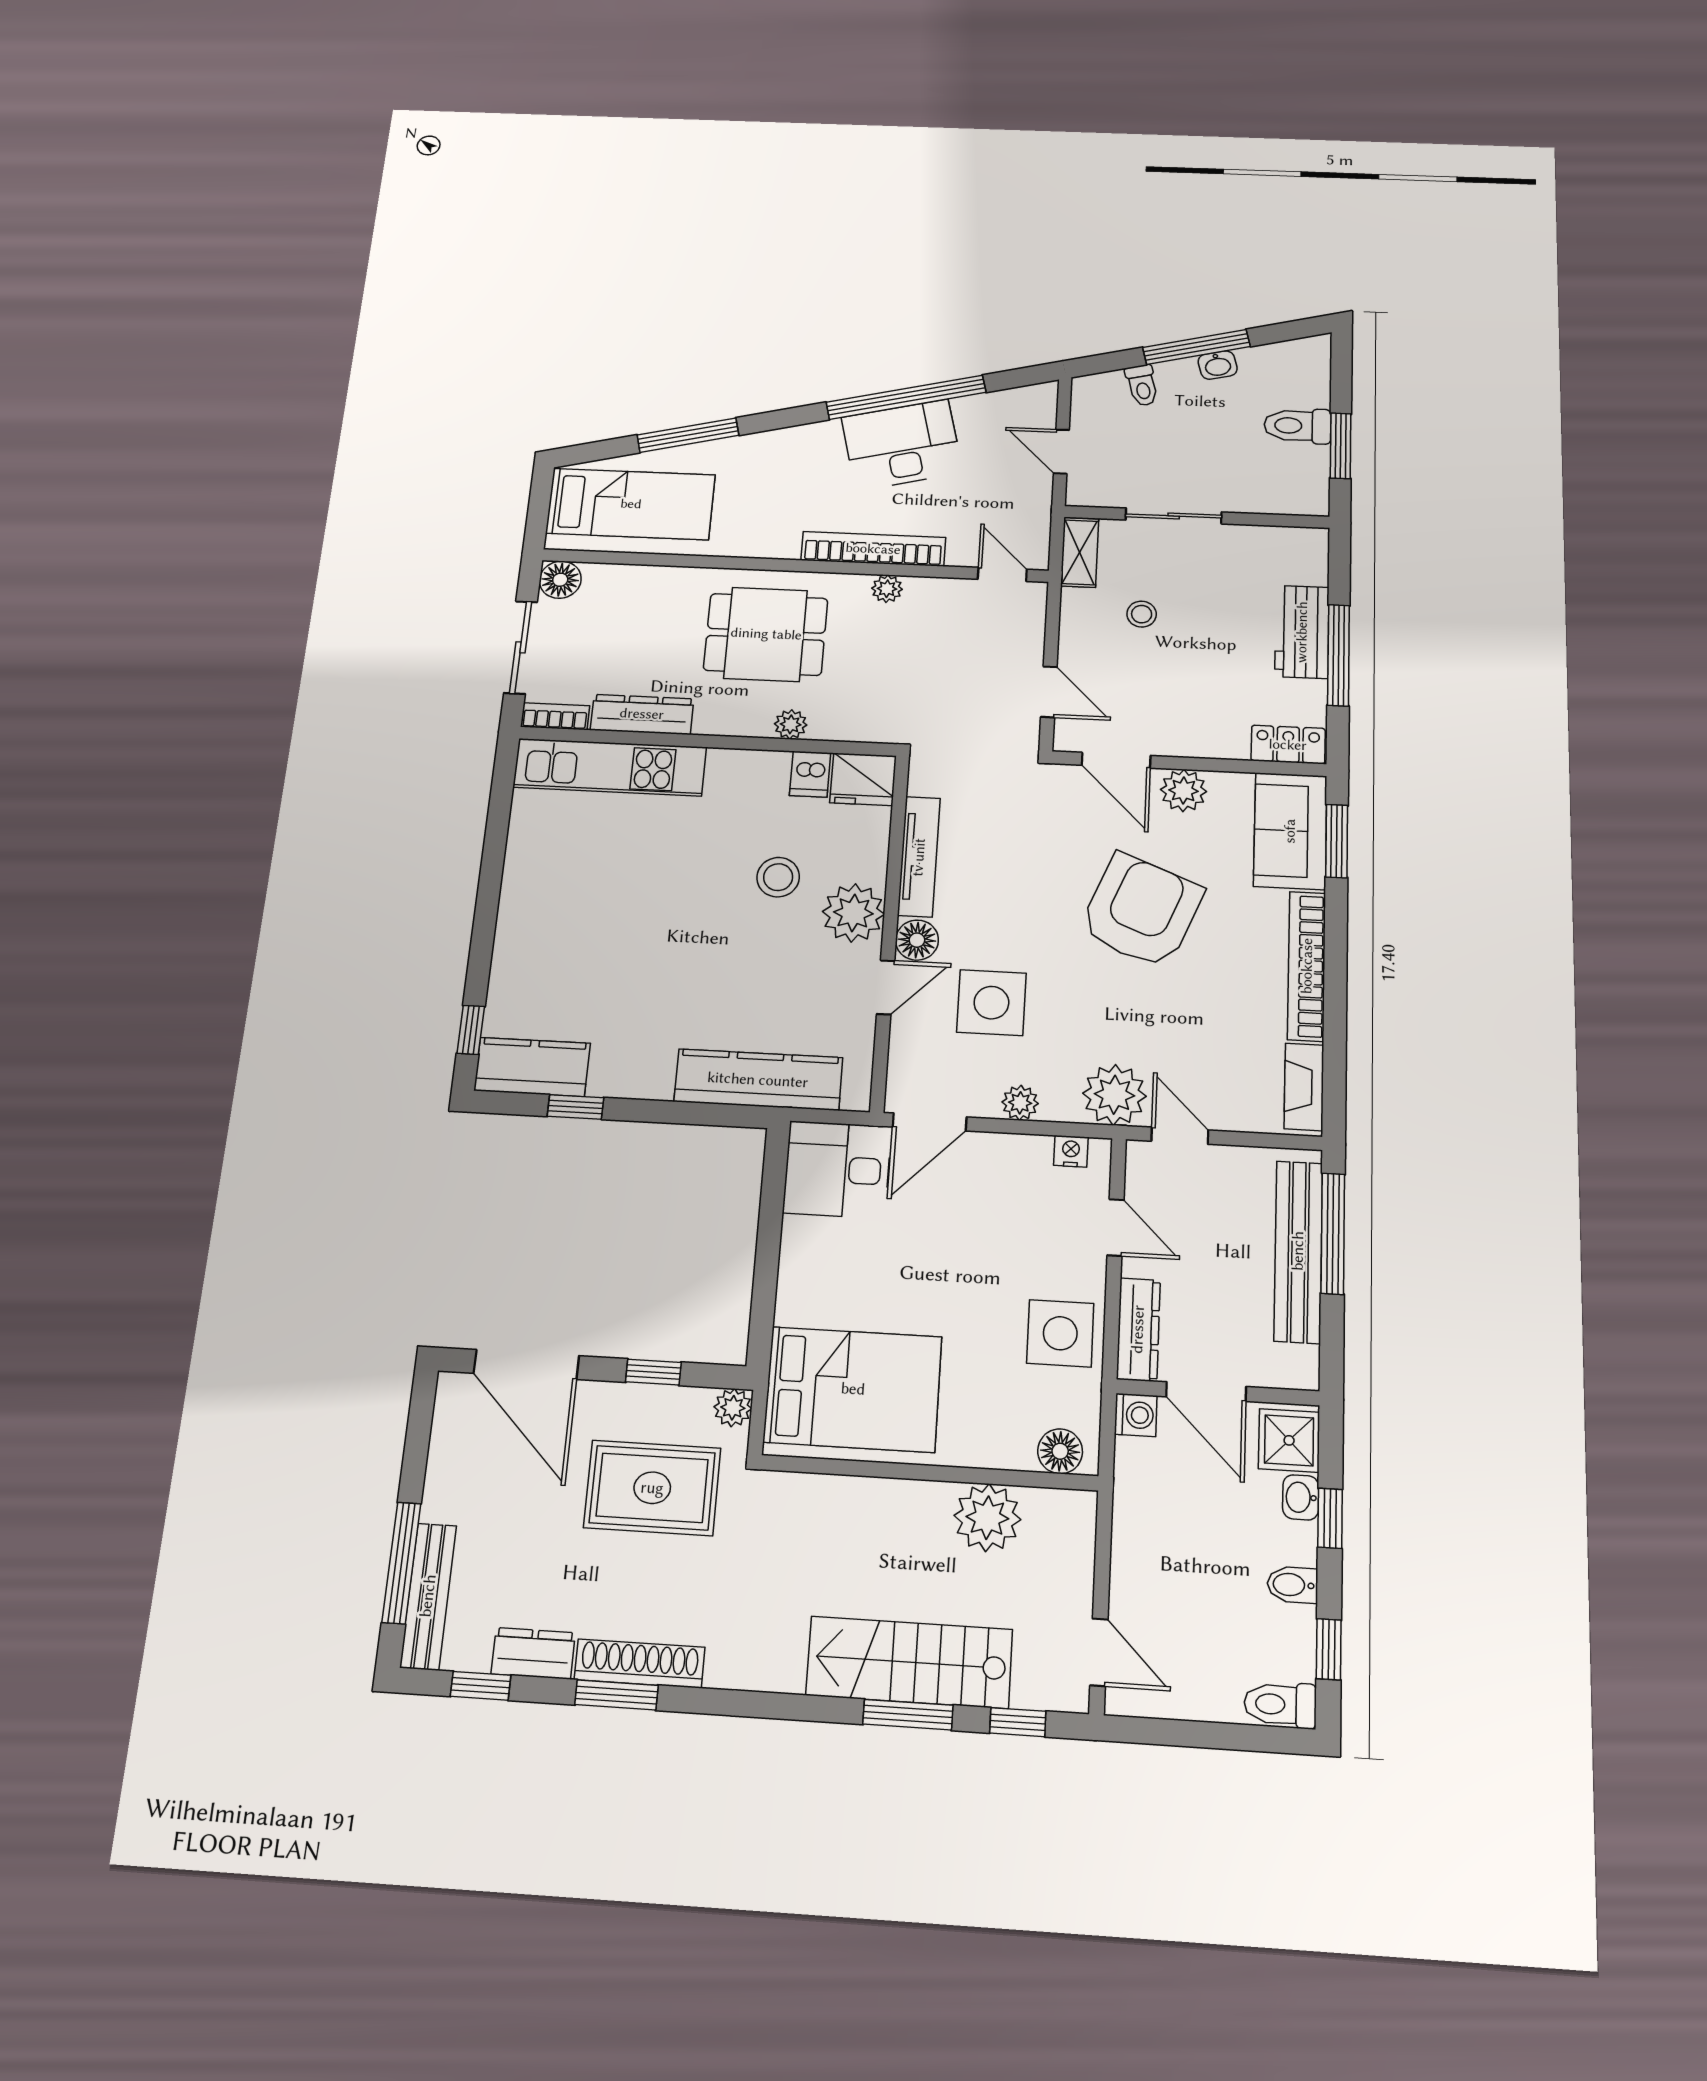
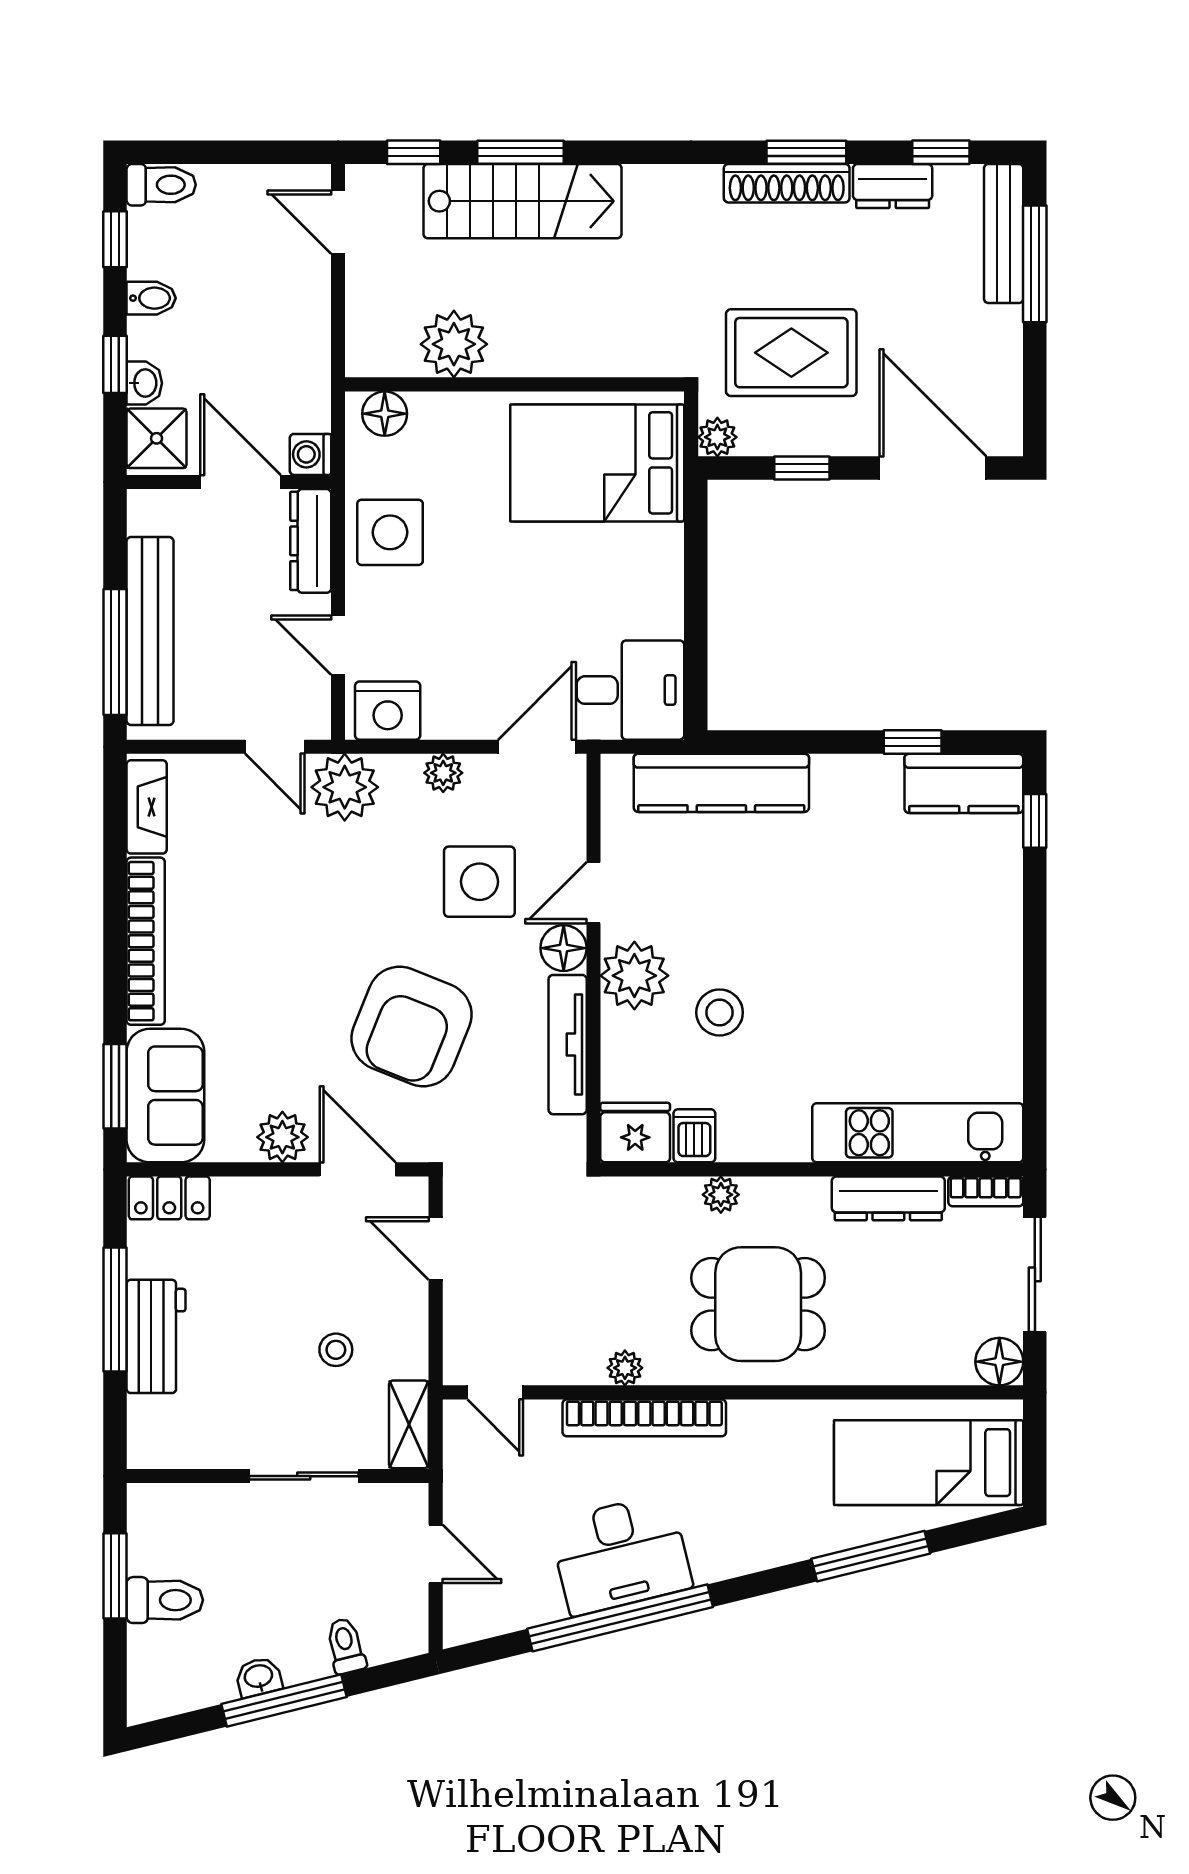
armchair: (1141, 911) -> (412, 1027), moved
nightstand: (1071, 1151) -> (388, 711), width x1.89, depth x1.79

